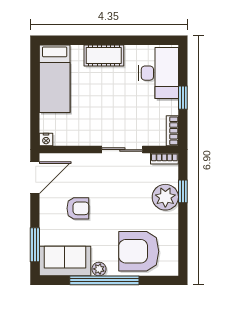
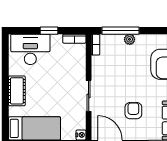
sliding door: (122, 150) -> (89, 96), moved
window: (183, 191) -> (120, 31), width x2.17
plant: (165, 197) -> (130, 39), width x0.53, depth x0.53

